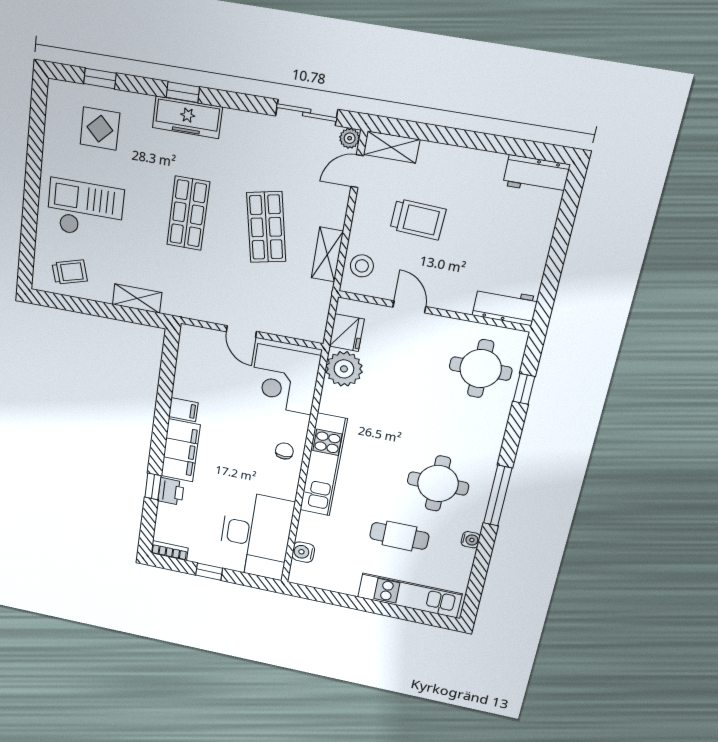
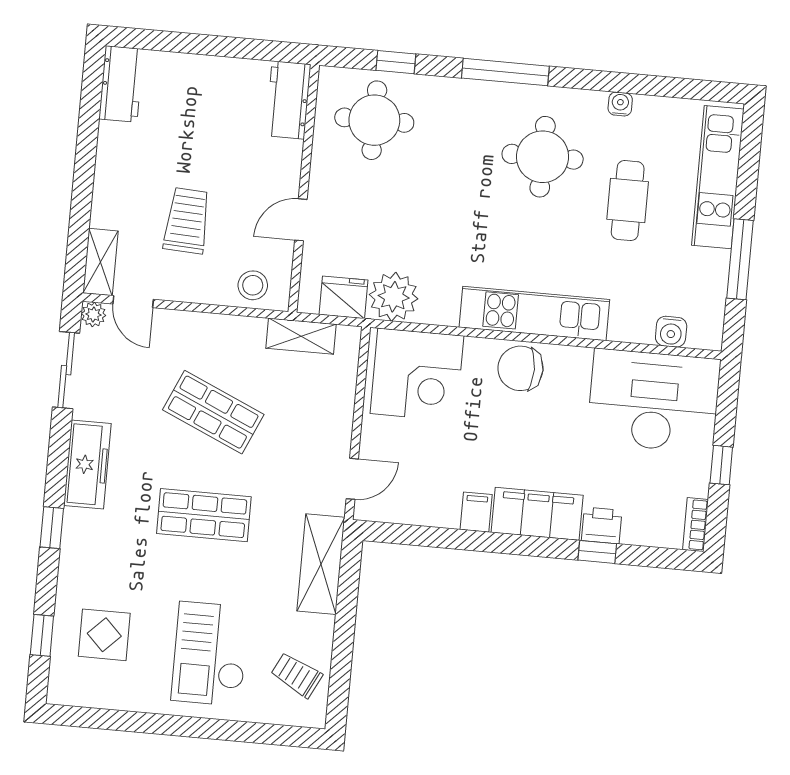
freezer: (187, 117) -> (87, 464), moved
shop shelf: (266, 227) -> (213, 412), turned 36
shelving: (327, 255) -> (301, 336), moved
trolley: (70, 272) -> (297, 675), turned -47
shelving: (137, 298) -> (321, 564), width x1.50, depth x1.33
door: (241, 332) -> (352, 479), moved
chair: (284, 451) -> (520, 368), width x1.87, depth x1.87
window: (498, 496) -> (505, 72), moved
window: (350, 602) -> (740, 259), added

